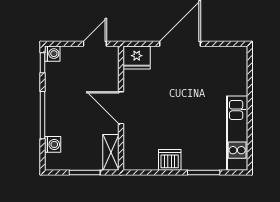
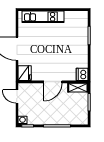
kitchen unit: (237, 133) -> (43, 17), moved
washing machine: (53, 144) -> (73, 120), removed
dishwasher: (170, 160) -> (82, 74), moved

